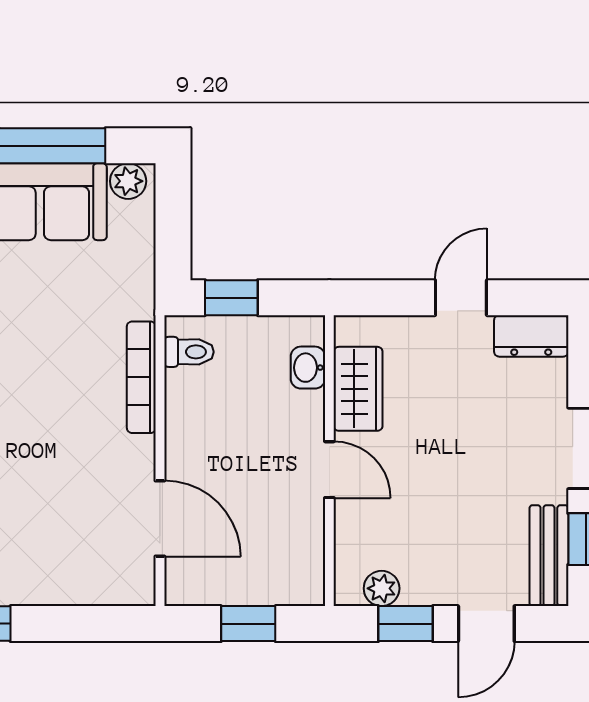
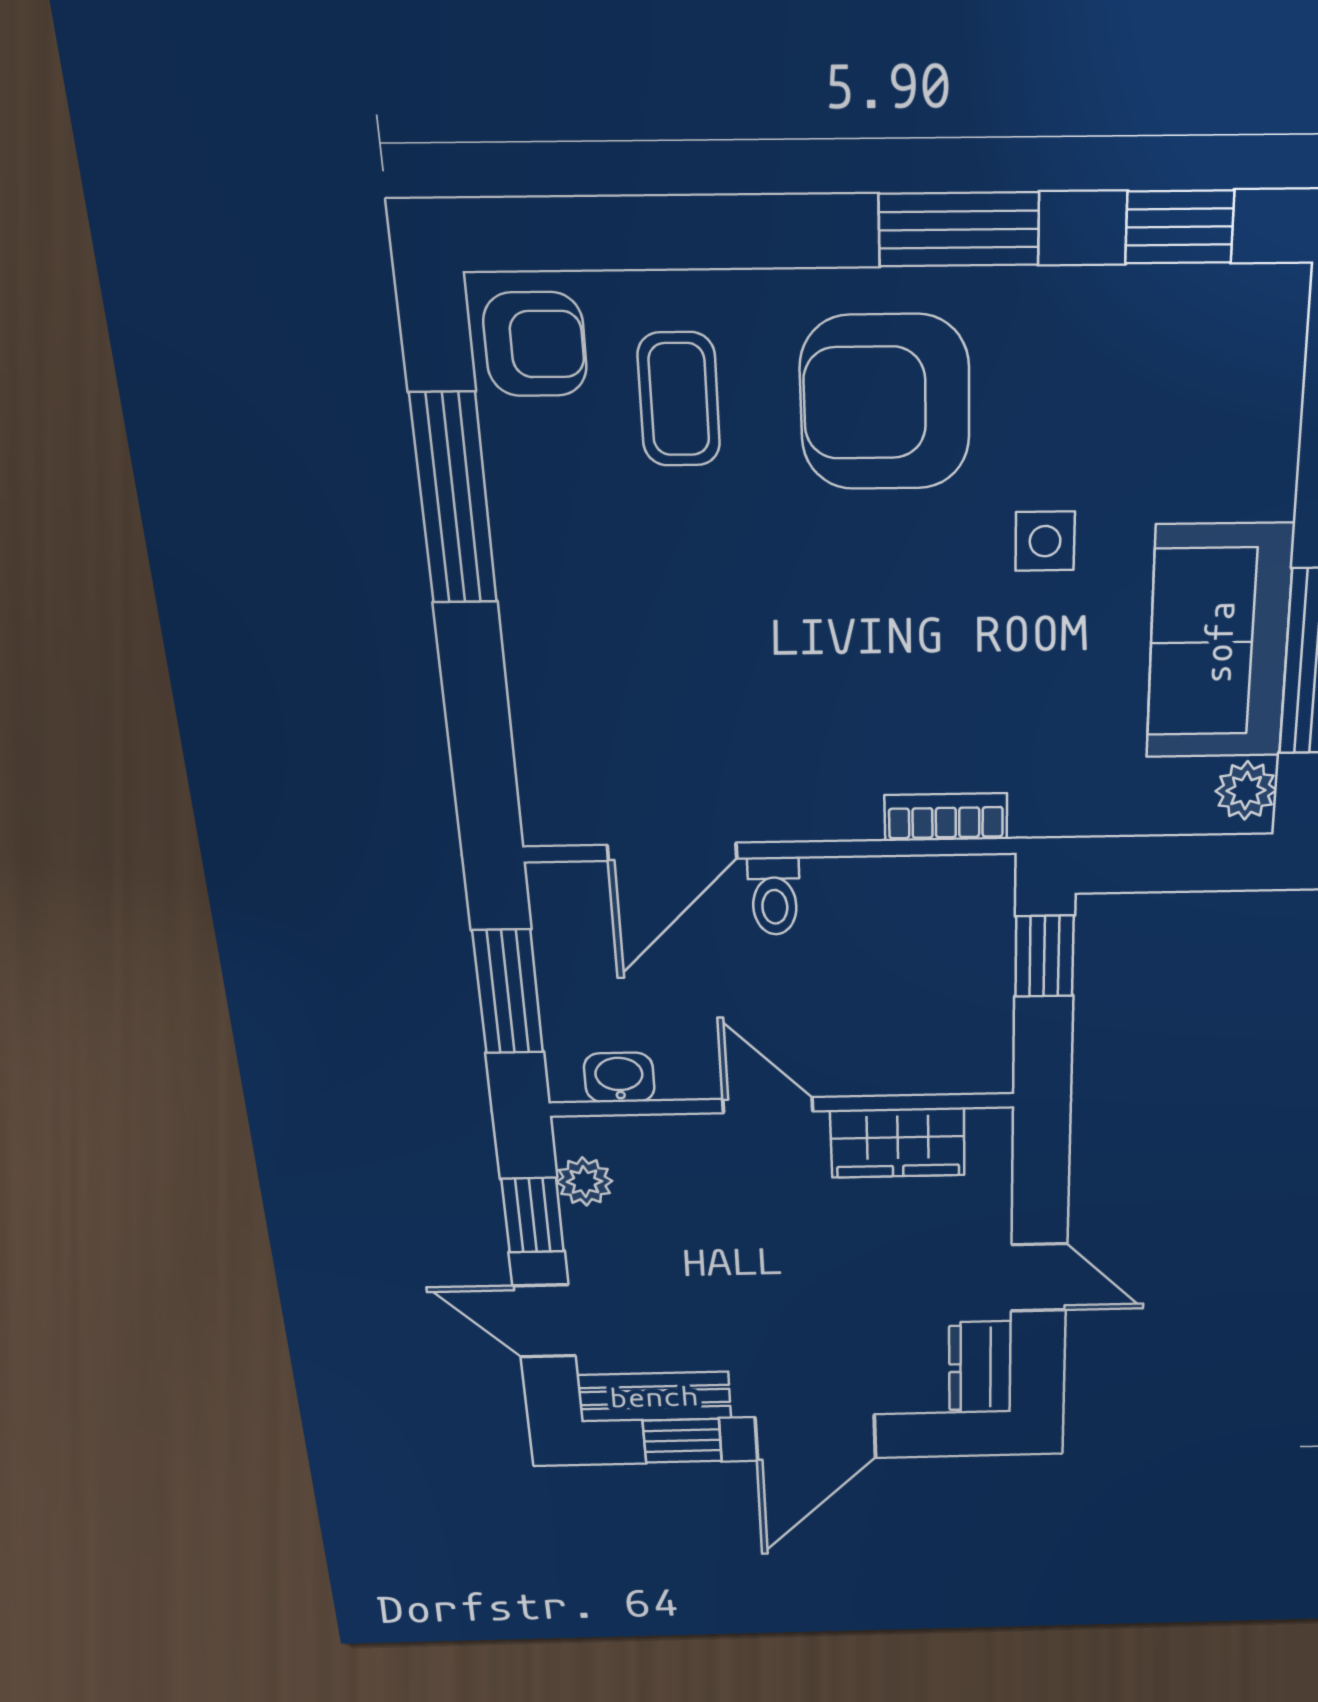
toilet: (189, 352) -> (774, 896), moved
washbasin: (308, 368) -> (619, 1077), moved
bookcase: (141, 377) -> (946, 817), width x0.64
door: (329, 470) -> (768, 1105), swing flipped
window: (248, 624) -> (508, 992), width x1.50

